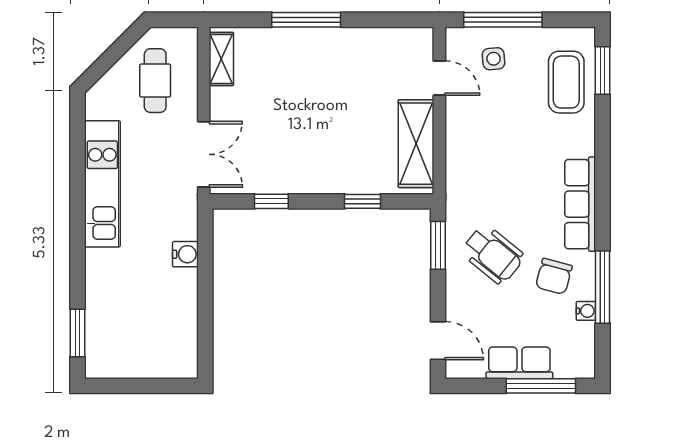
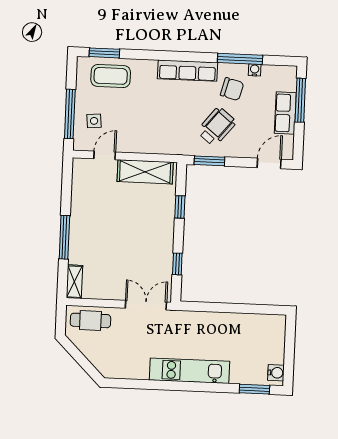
shelving: (221, 59) -> (74, 282), moved, turned 90
cafe table: (155, 81) -> (90, 320), moved
kitchen unit: (102, 184) -> (190, 371), moved
water cooler: (185, 254) -> (276, 373), moved, turned 90

